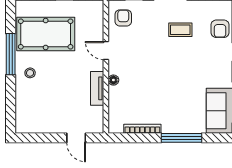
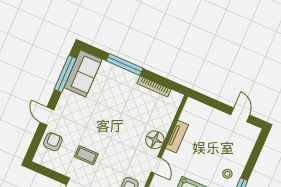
floor lamp: (113, 80) -> (155, 140), width x1.89, depth x1.89
door: (76, 138) -> (240, 115), moved

